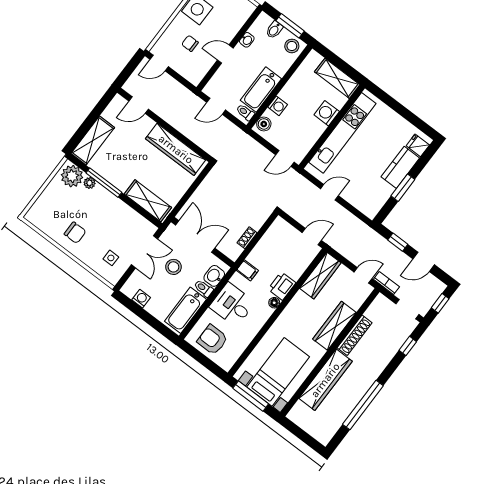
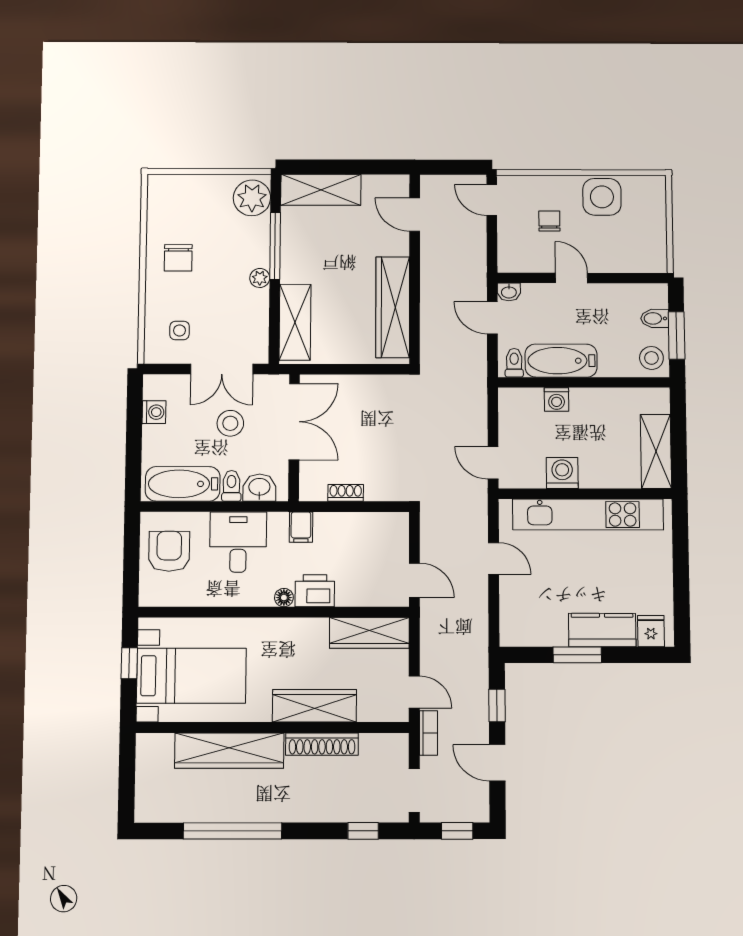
washbasin: (247, 40) -> (509, 292), moved
washing machine: (327, 113) -> (562, 473), moved
boiler: (264, 124) -> (518, 399), removed
plant: (90, 183) -> (260, 278), moved
window: (251, 396) -> (129, 663), width x0.46

